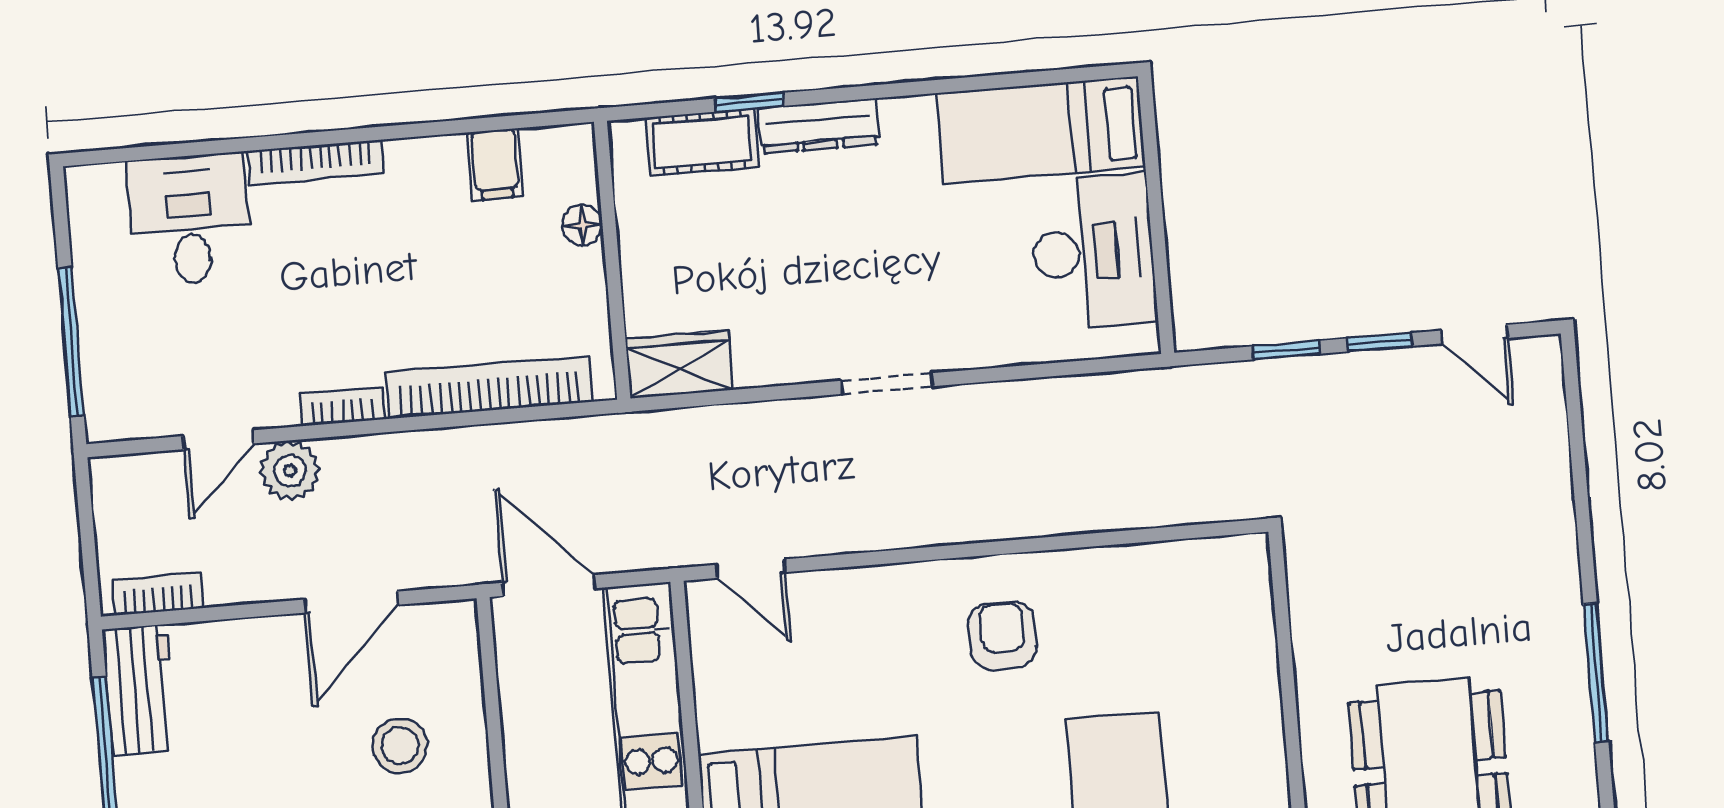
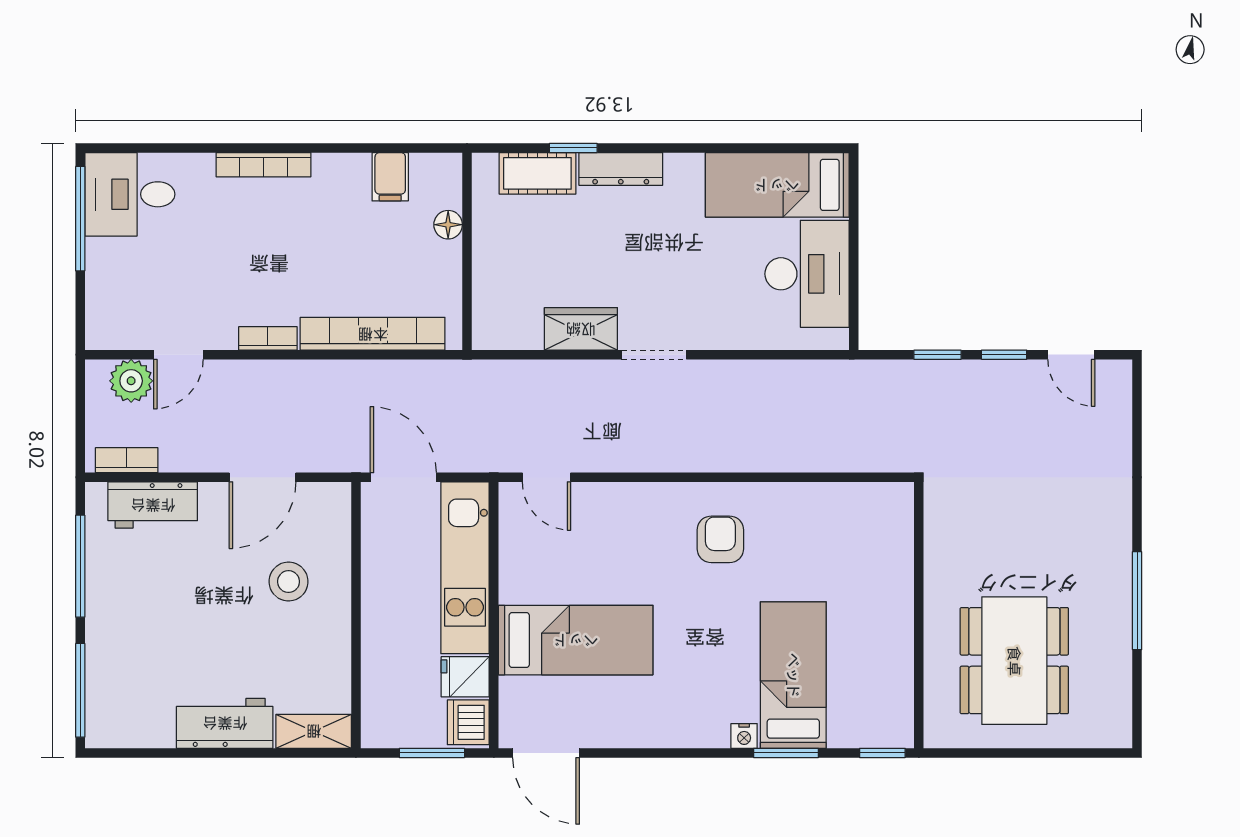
desk: (190, 219) -> (130, 194), moved, turned -90
window: (71, 342) -> (80, 219), moved
wardrobe: (679, 364) -> (581, 329), moved
plant: (290, 471) -> (131, 381), moved
workbench: (140, 690) -> (153, 505), moved, turned 90

